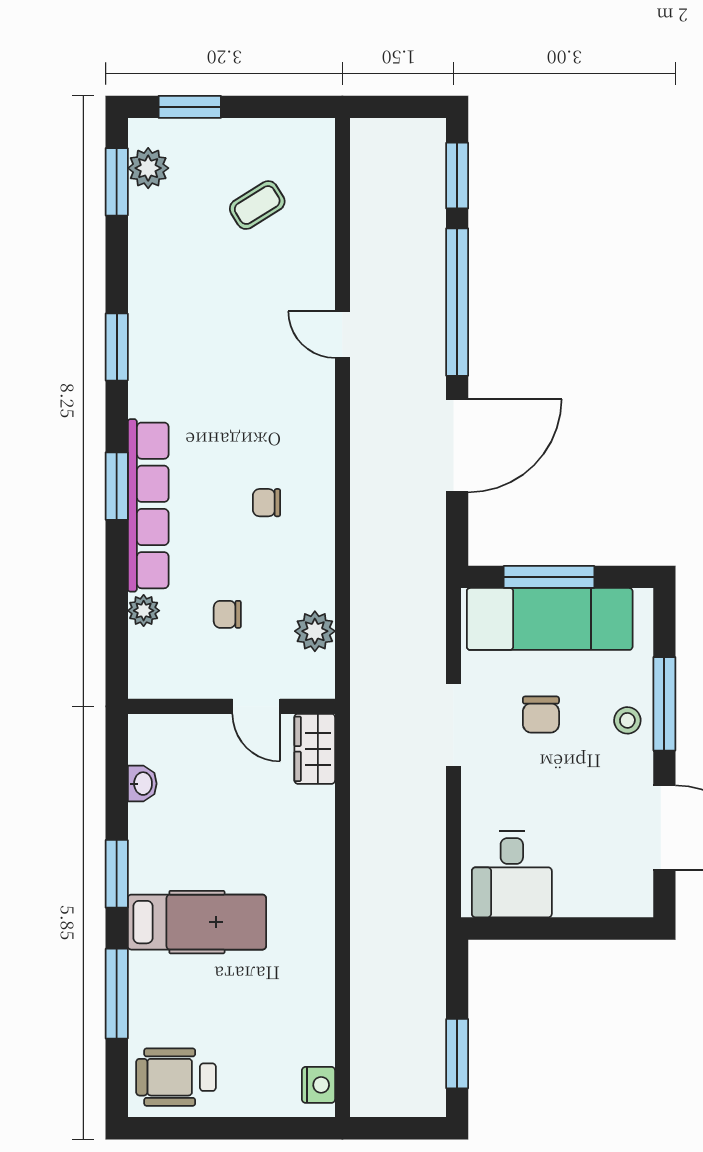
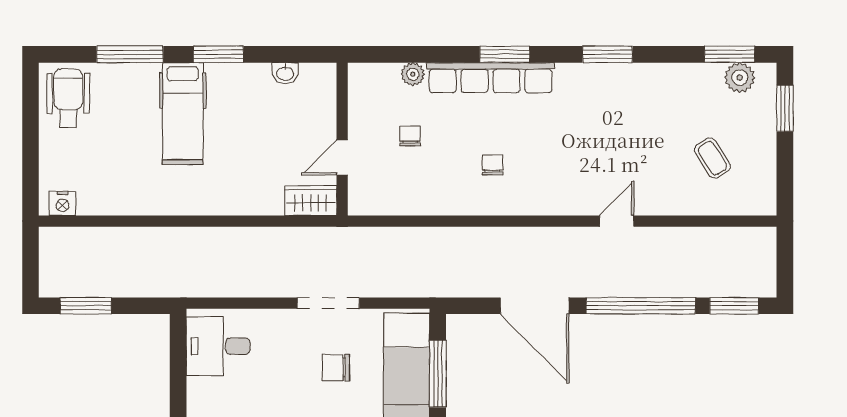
plant: (315, 631) -> (398, 201), removed

